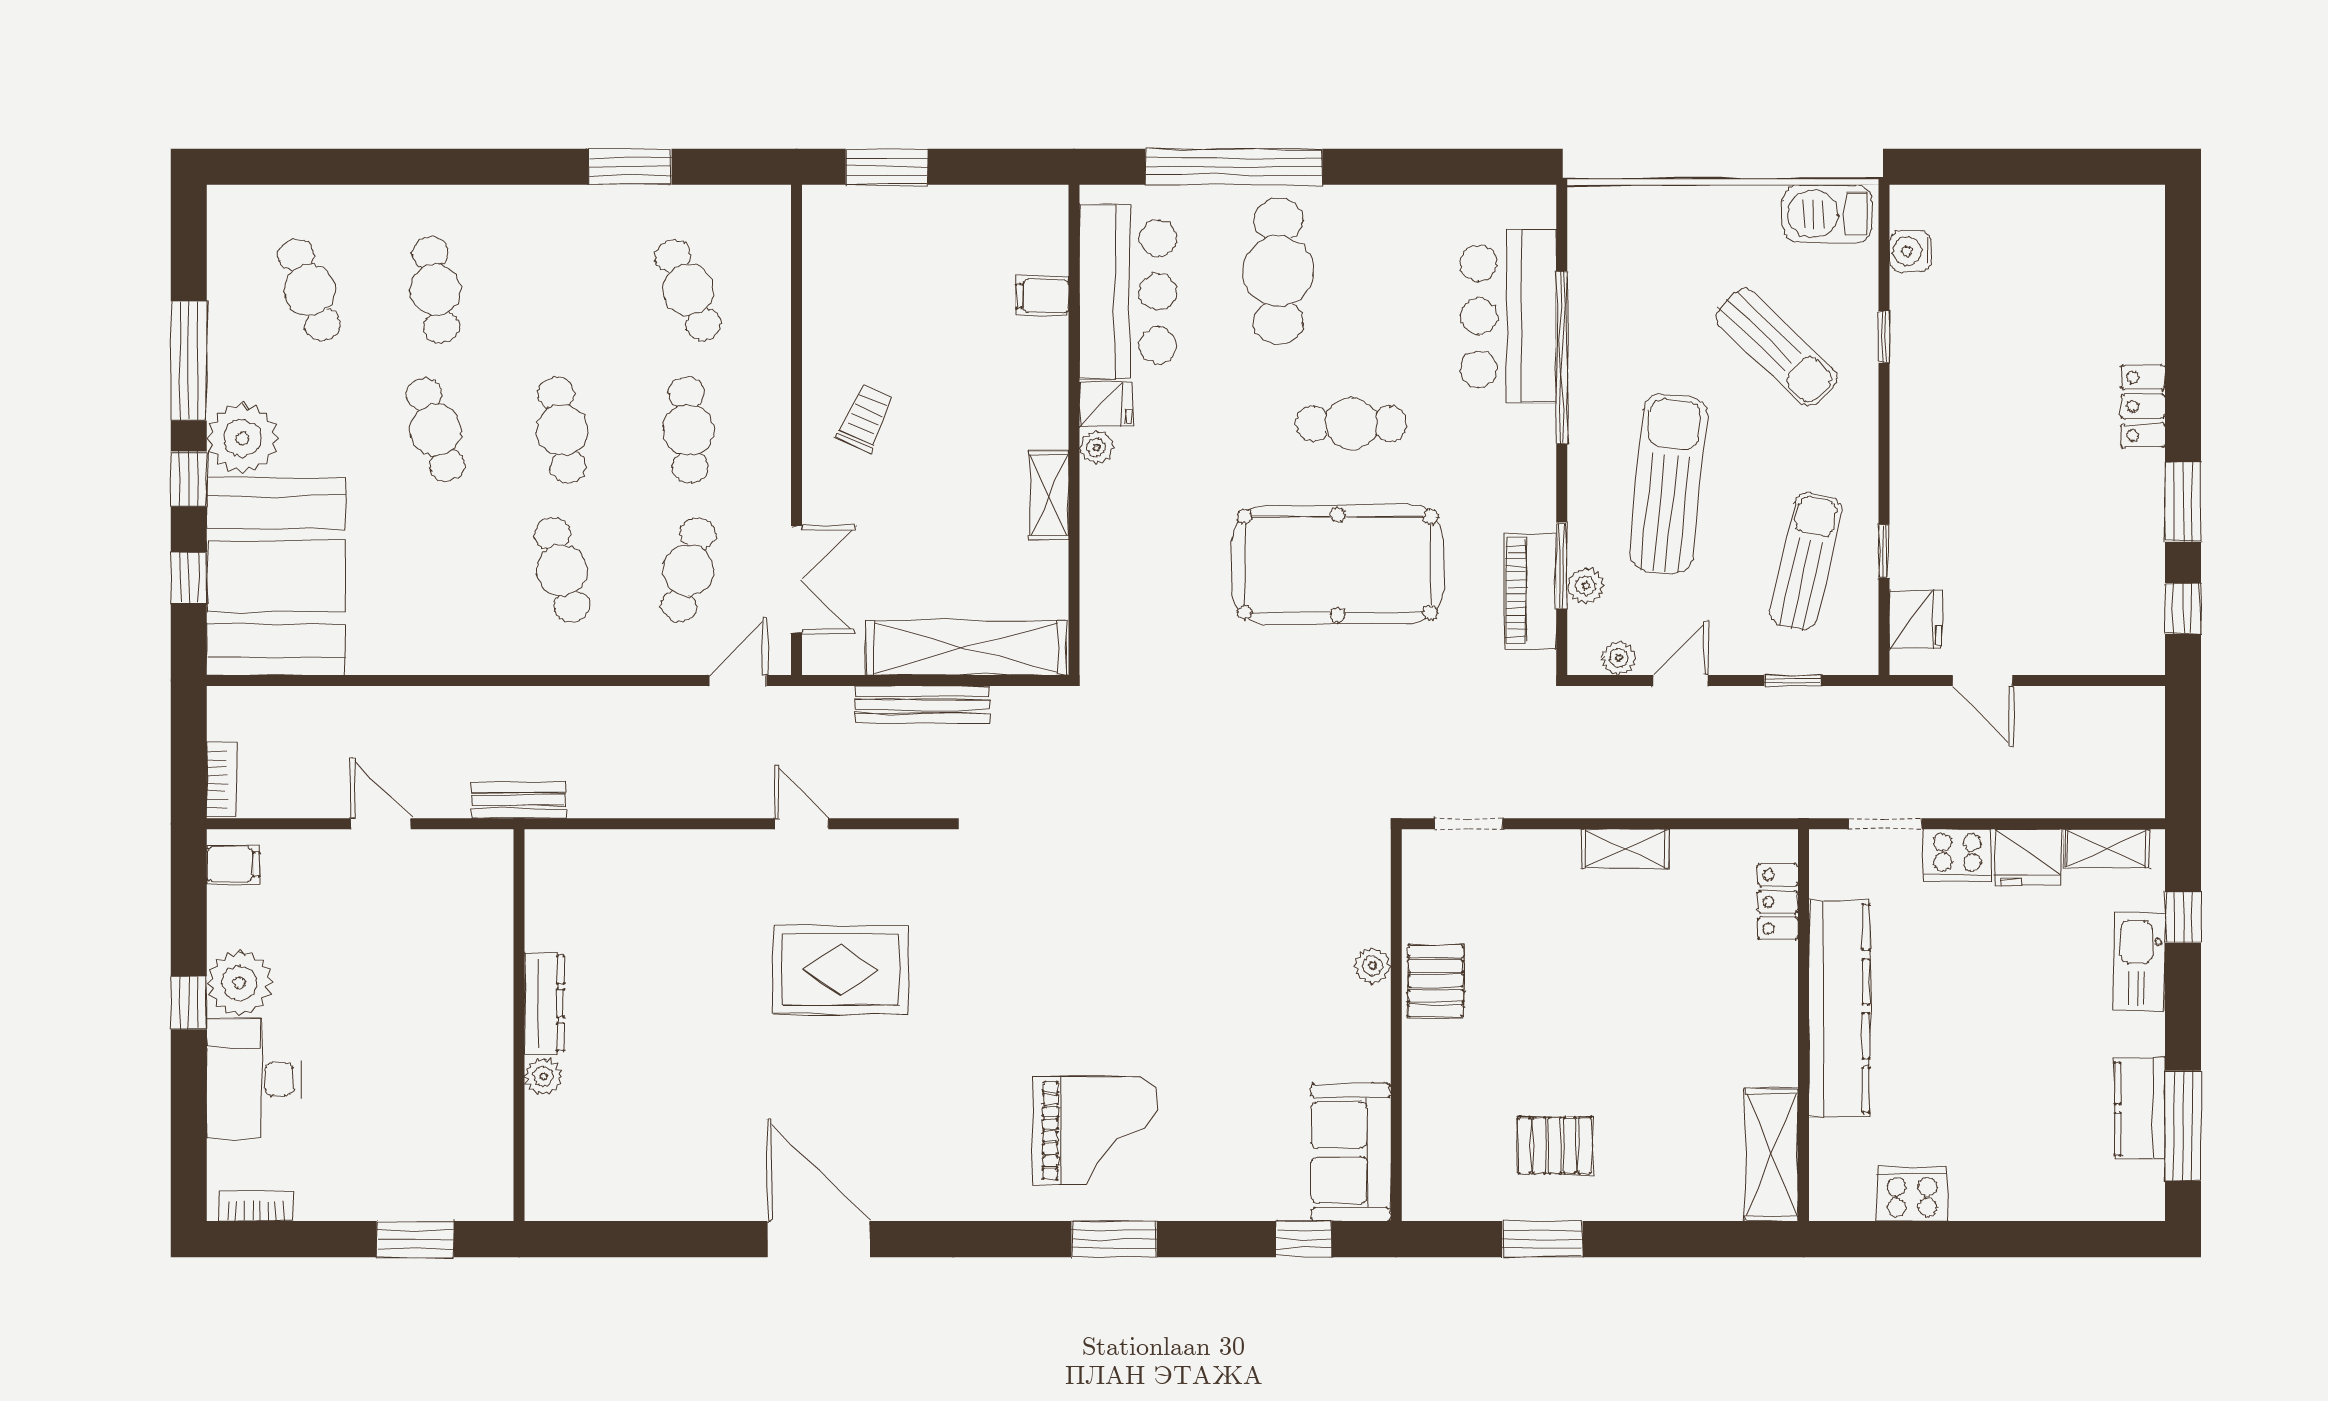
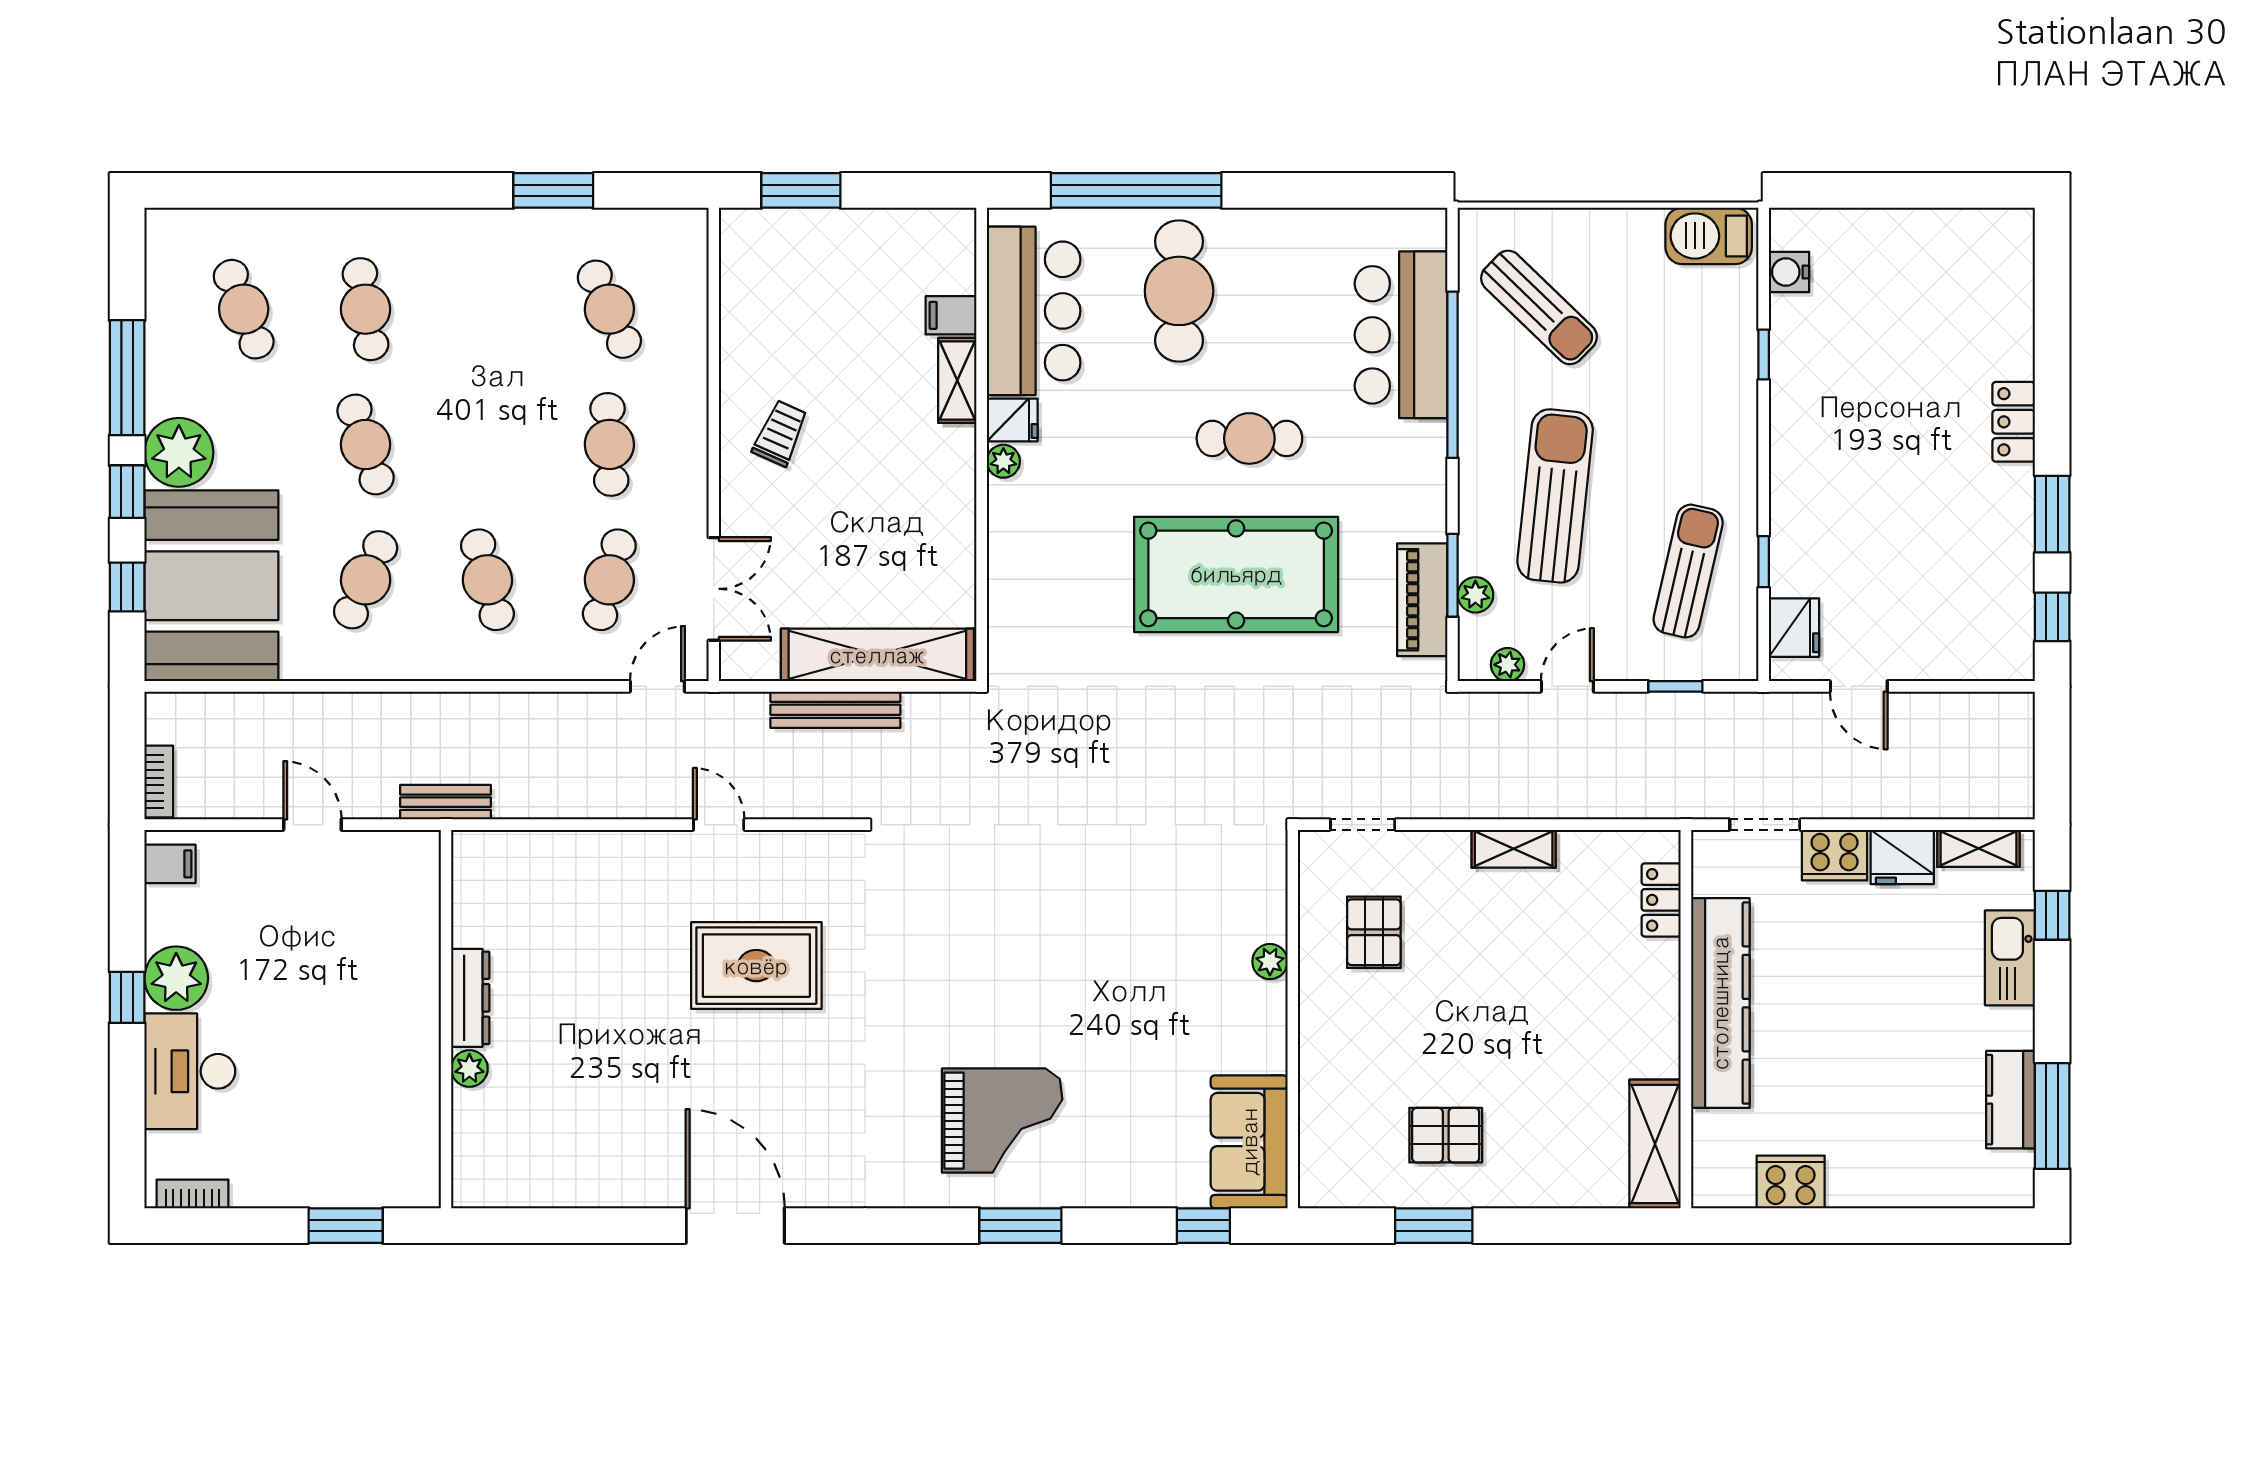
sun lounger: (1776, 347) -> (1539, 307), moved
cafe table: (562, 430) -> (366, 580), moved, turned 33
shelving: (1049, 495) -> (957, 380), moved
pallet: (1436, 981) -> (1374, 932), moved

